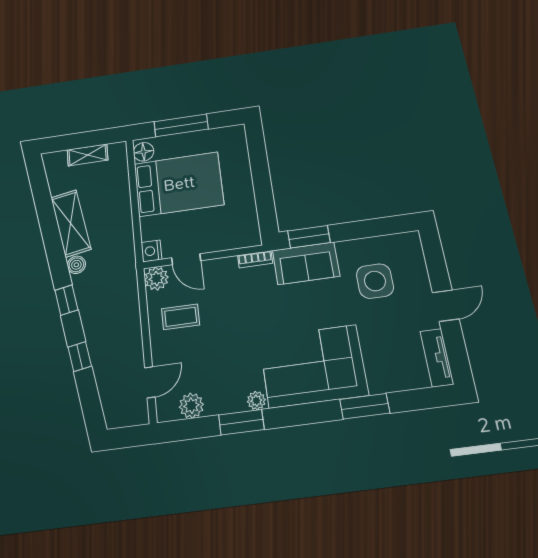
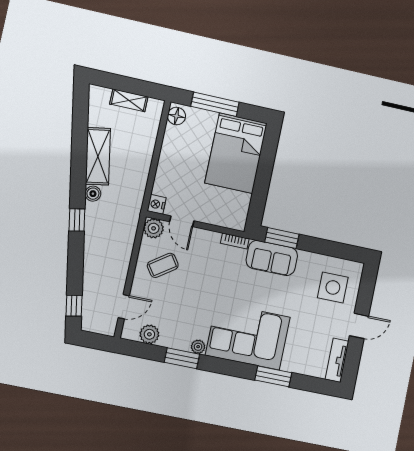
bed: (179, 184) -> (236, 153), moved, turned 90
side table: (375, 281) -> (333, 287), moved
coffee table: (181, 317) -> (163, 265), turned -35
window: (80, 357) -> (74, 306), moved

